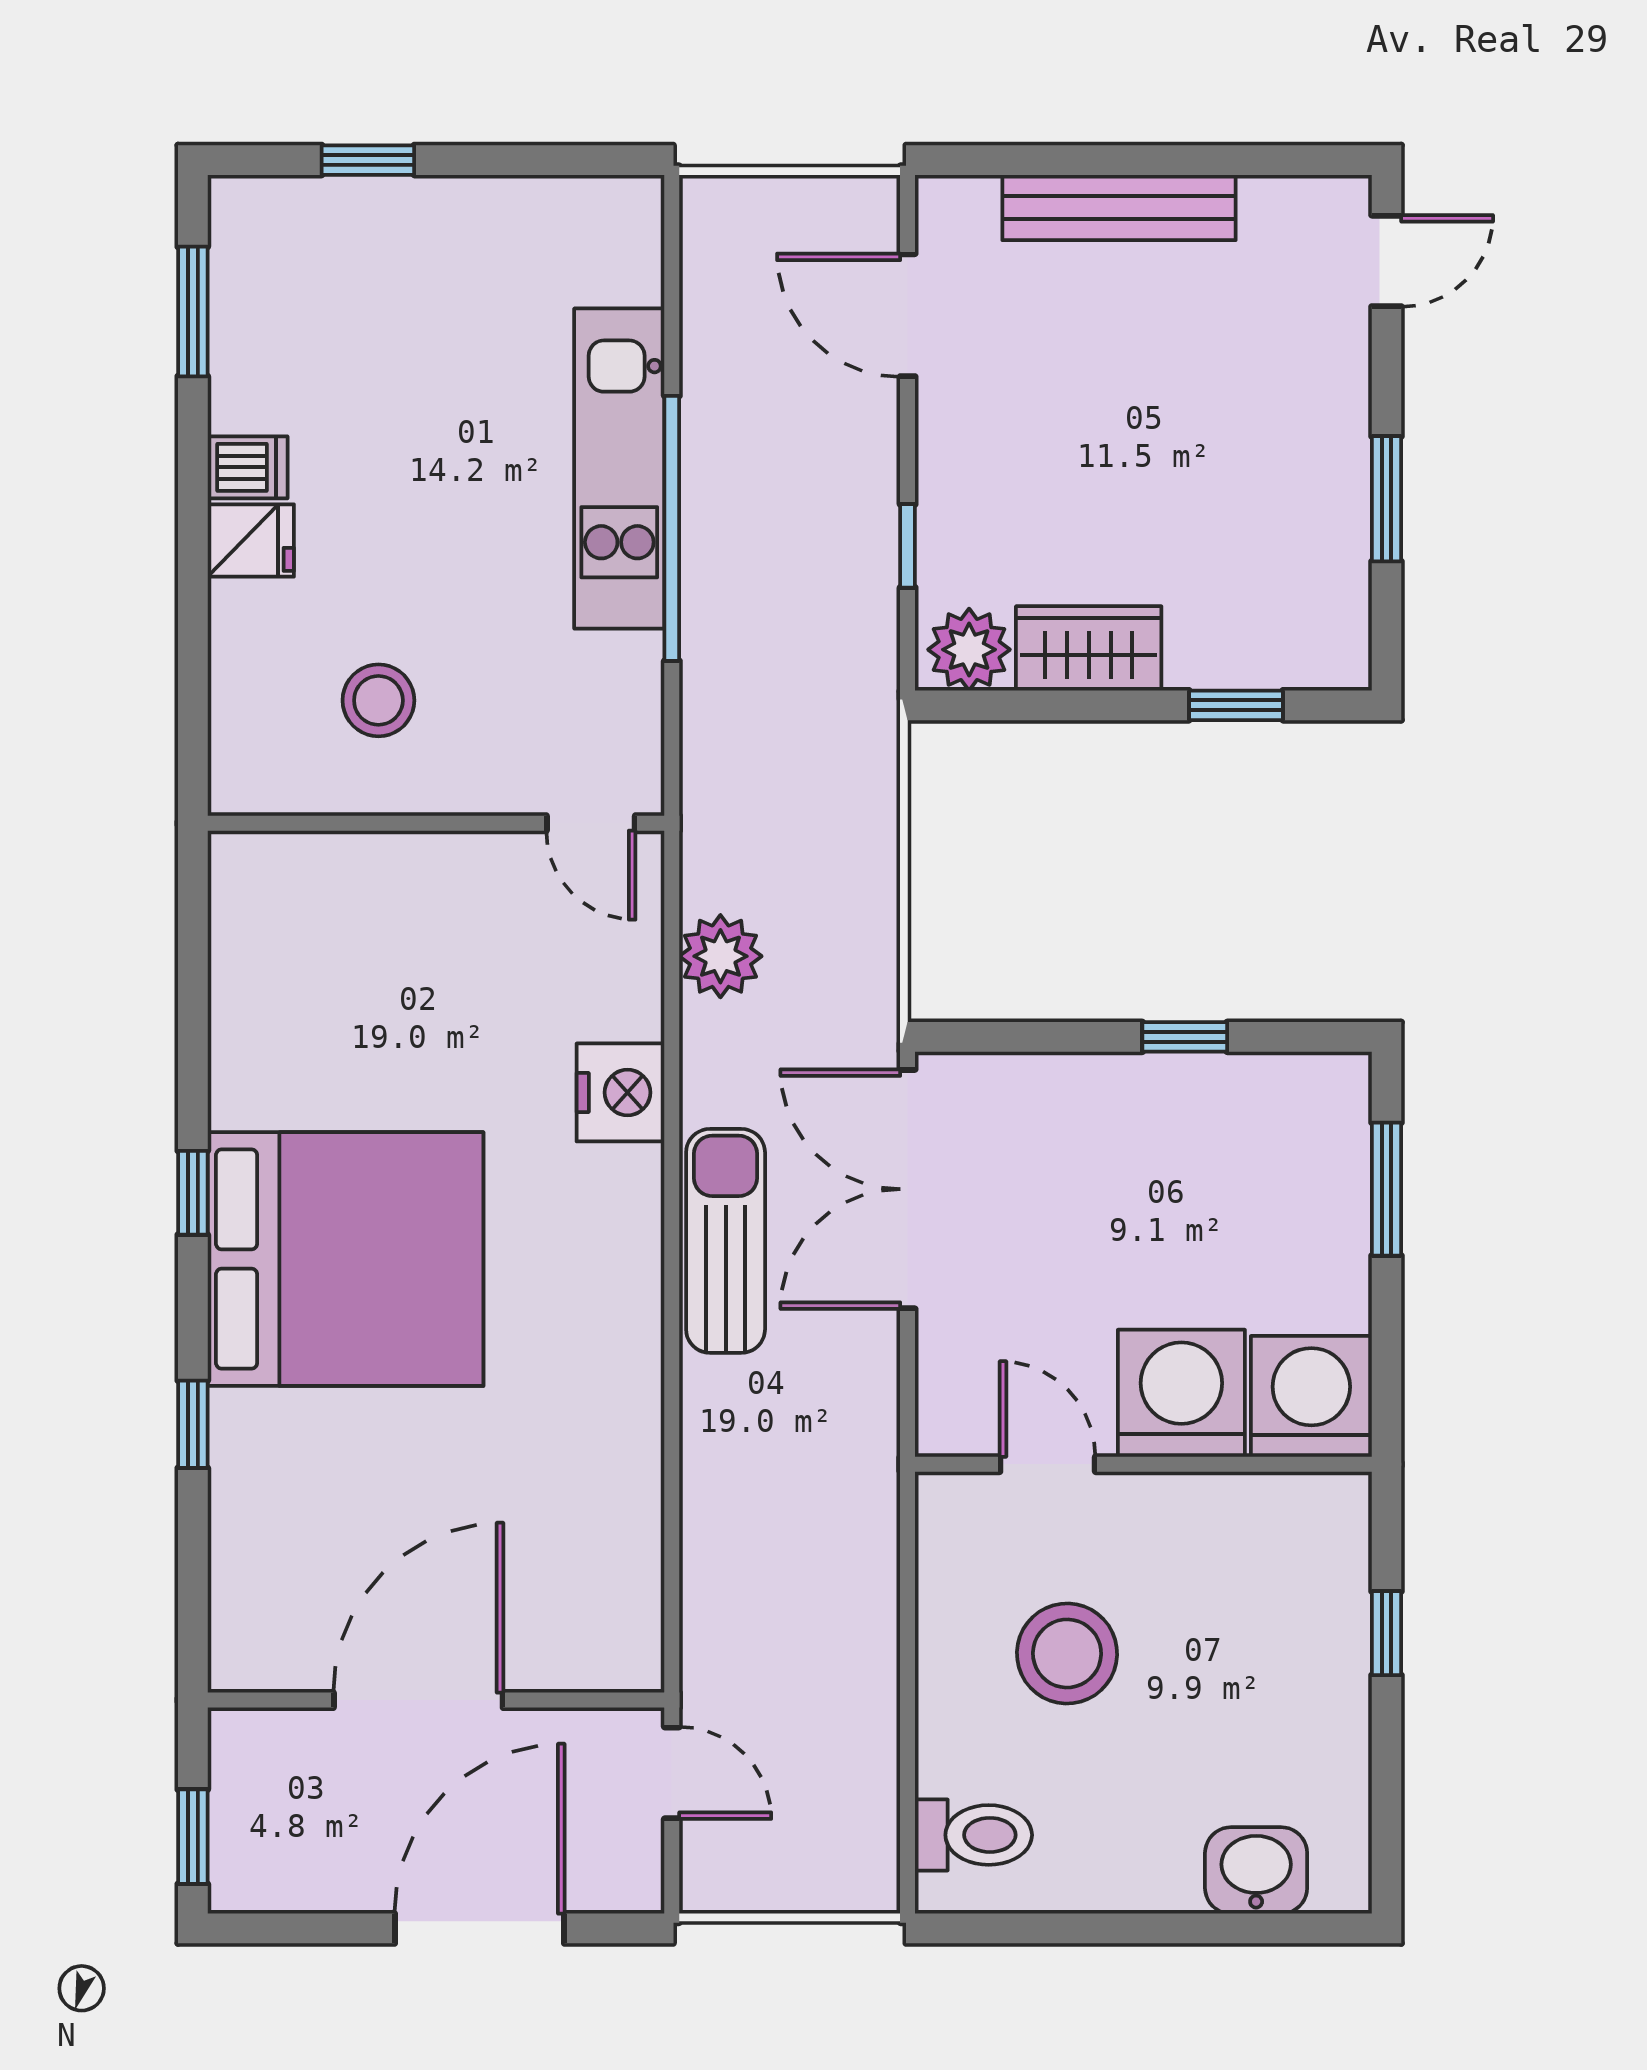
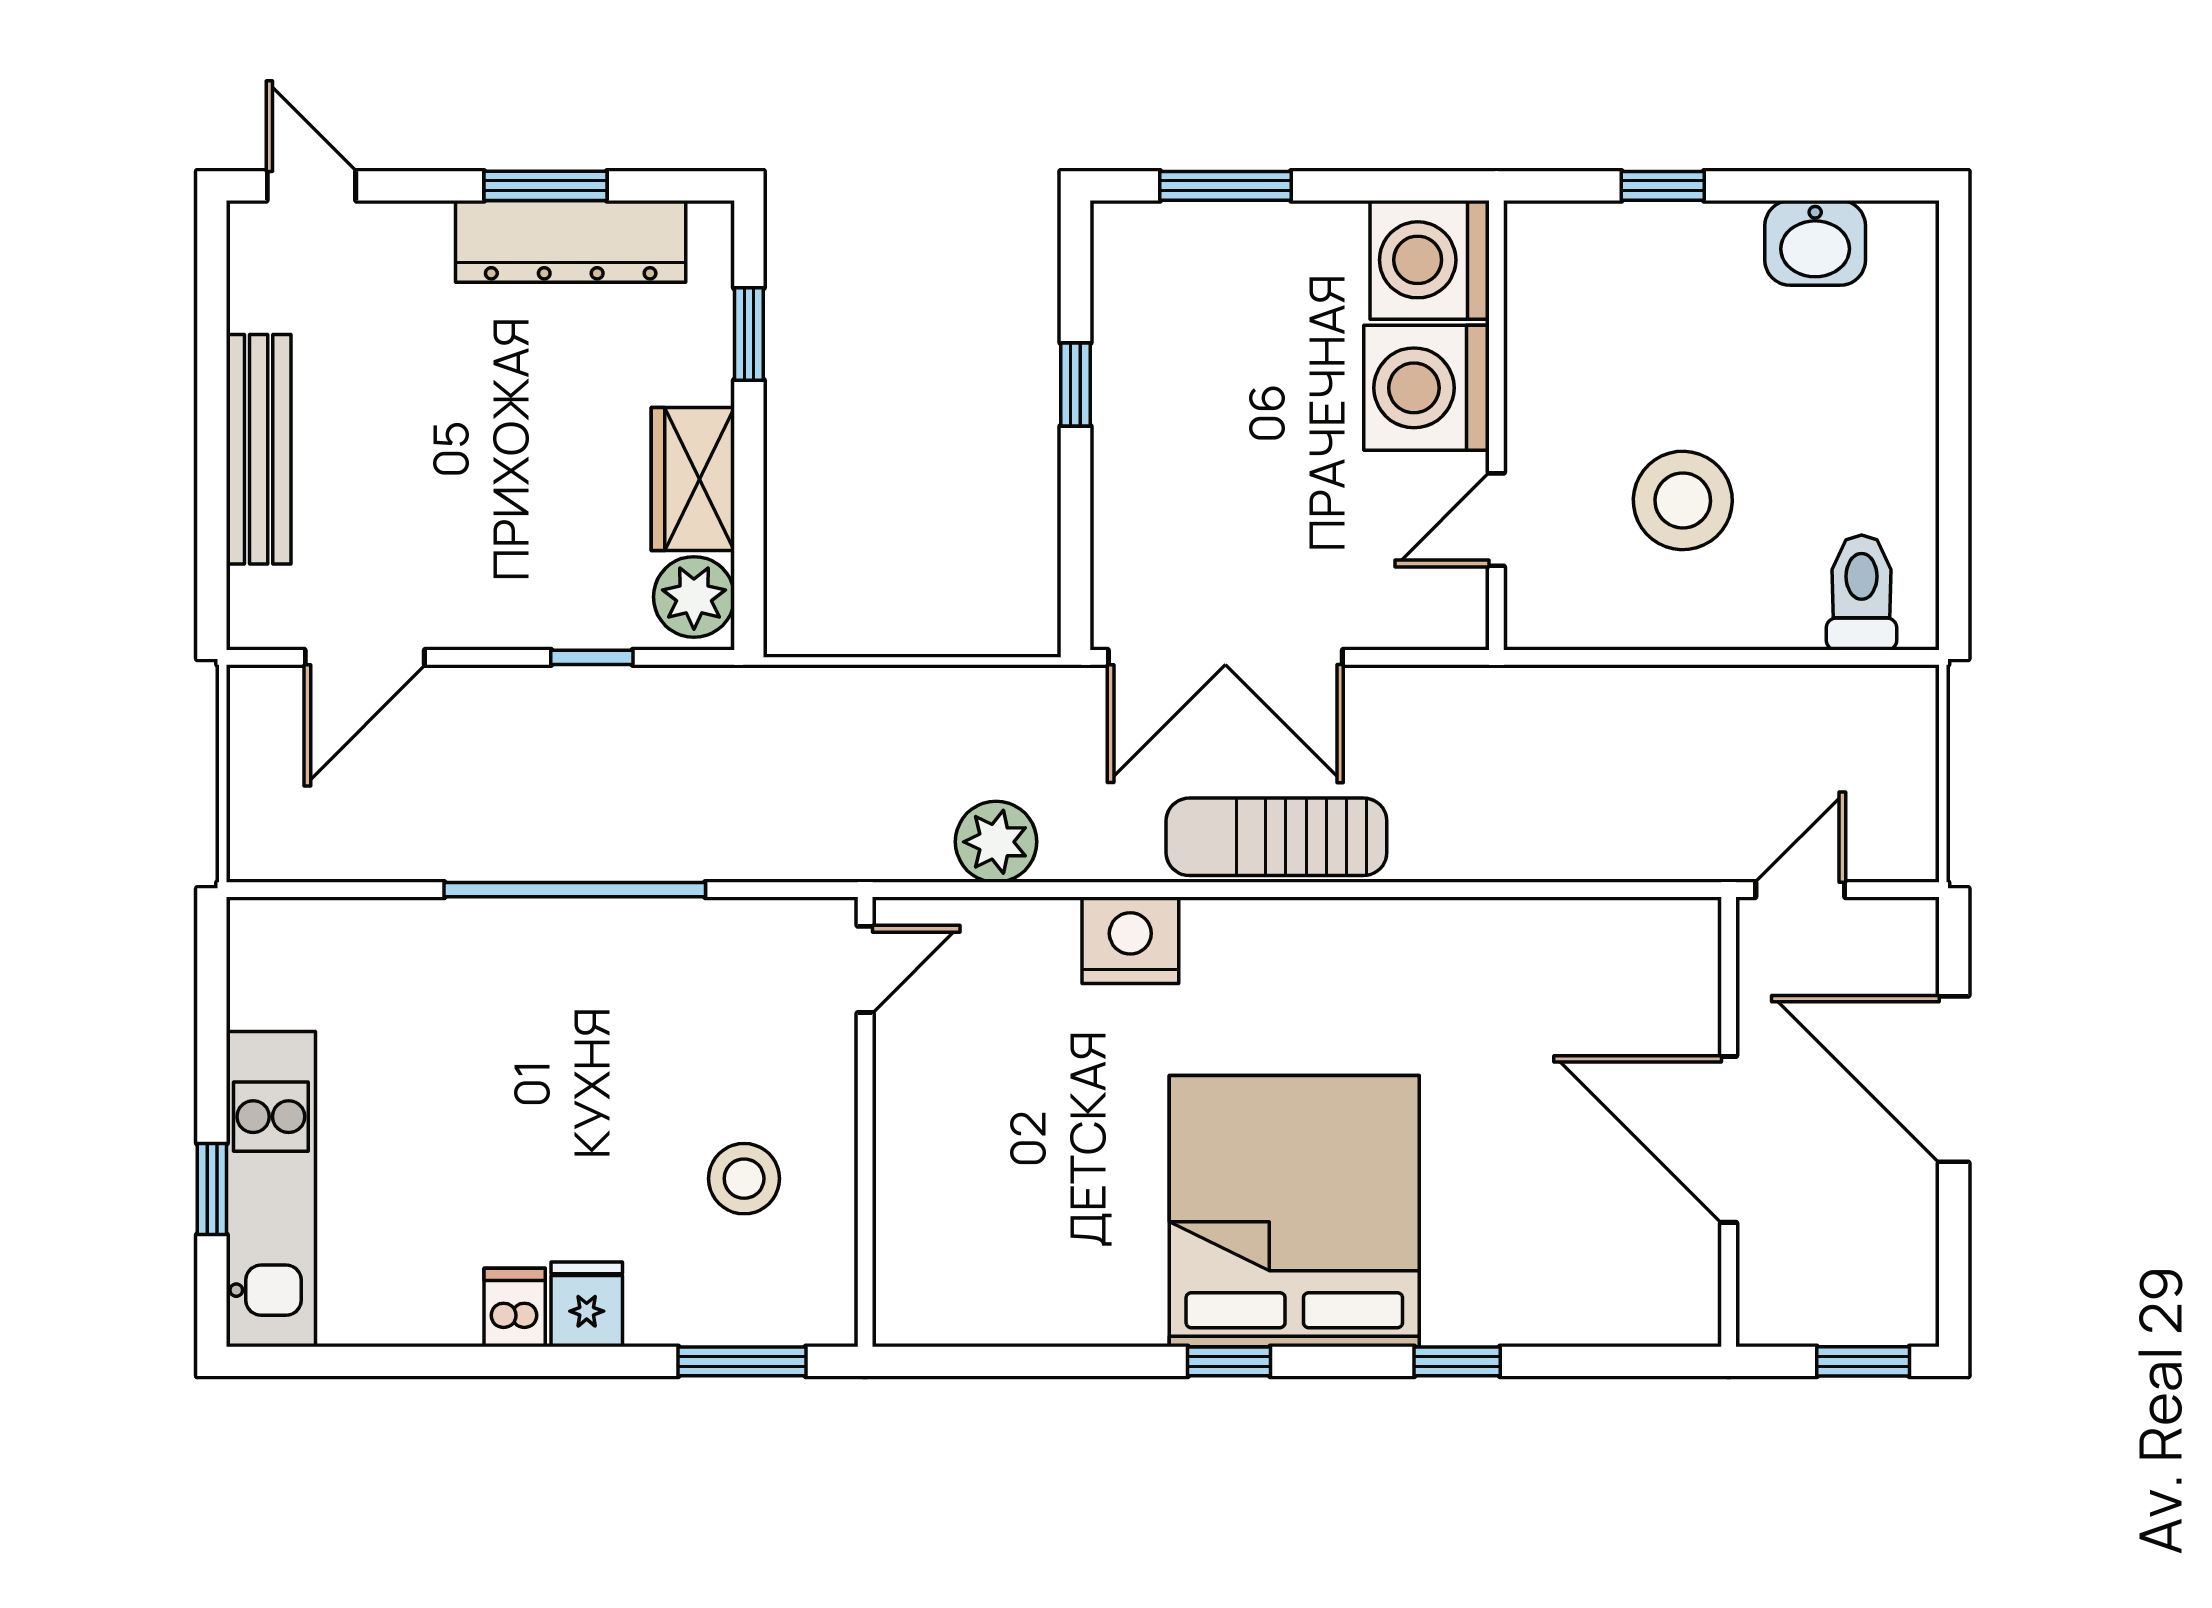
window: (193, 311) -> (742, 1361), moved
kitchen unit: (619, 469) -> (271, 1189), moved, turned -90
dresser: (1330, 524) -> (571, 241), added
washbasin: (1256, 1870) -> (1815, 243), moved, turned -90

